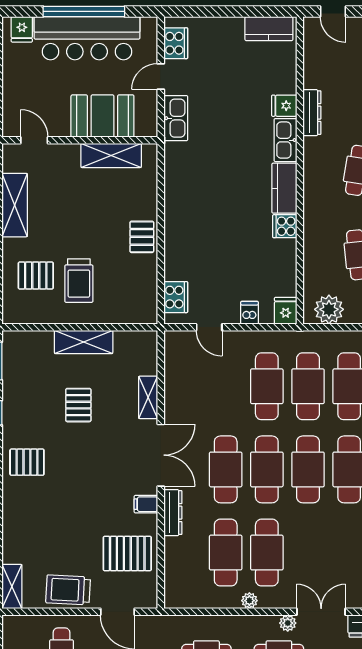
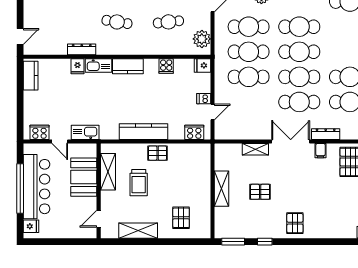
kitchen counter: (177, 214) -> (144, 132), added
cooker: (285, 226) -> (166, 66), moved
trolley: (79, 281) -> (139, 183), moved, turned 90
dishwasher: (250, 313) -> (204, 99), moved

